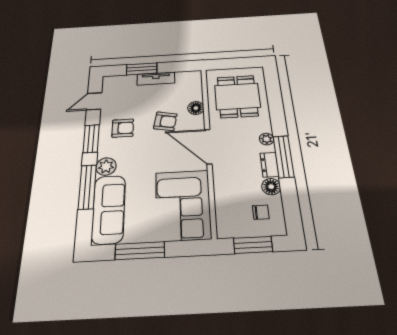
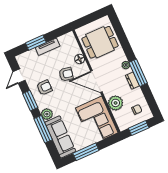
dining table: (237, 96) -> (100, 42), turned 90
floor lamp: (271, 187) -> (137, 93), removed
plant: (227, 189) -> (116, 103), added

